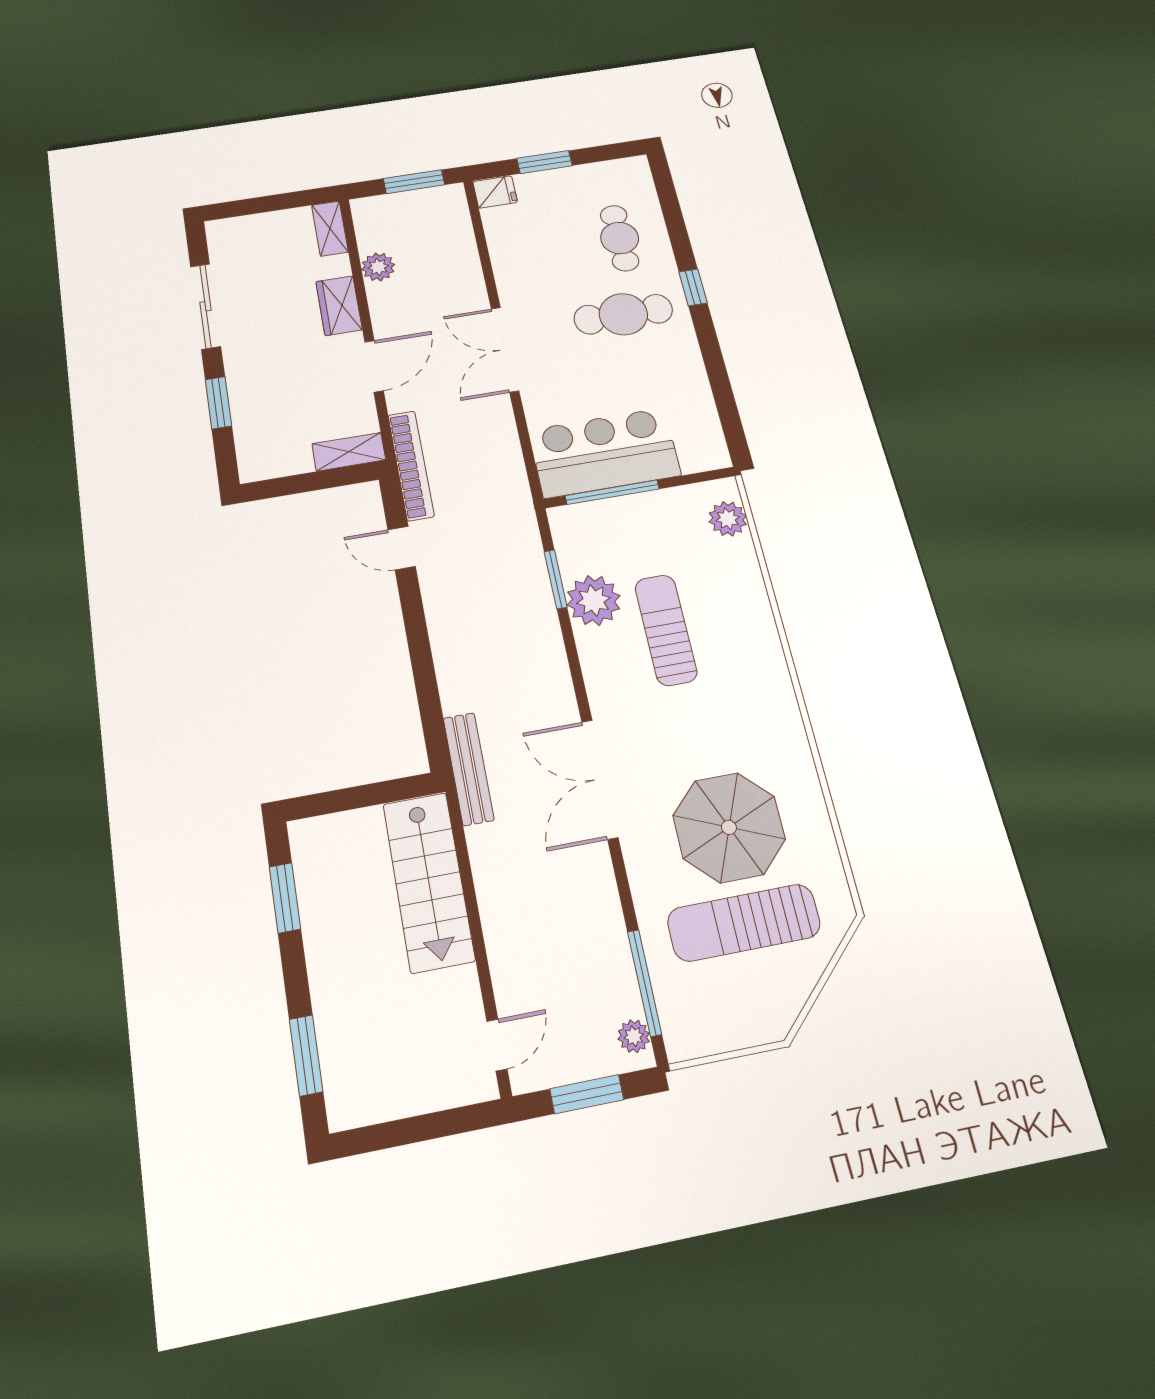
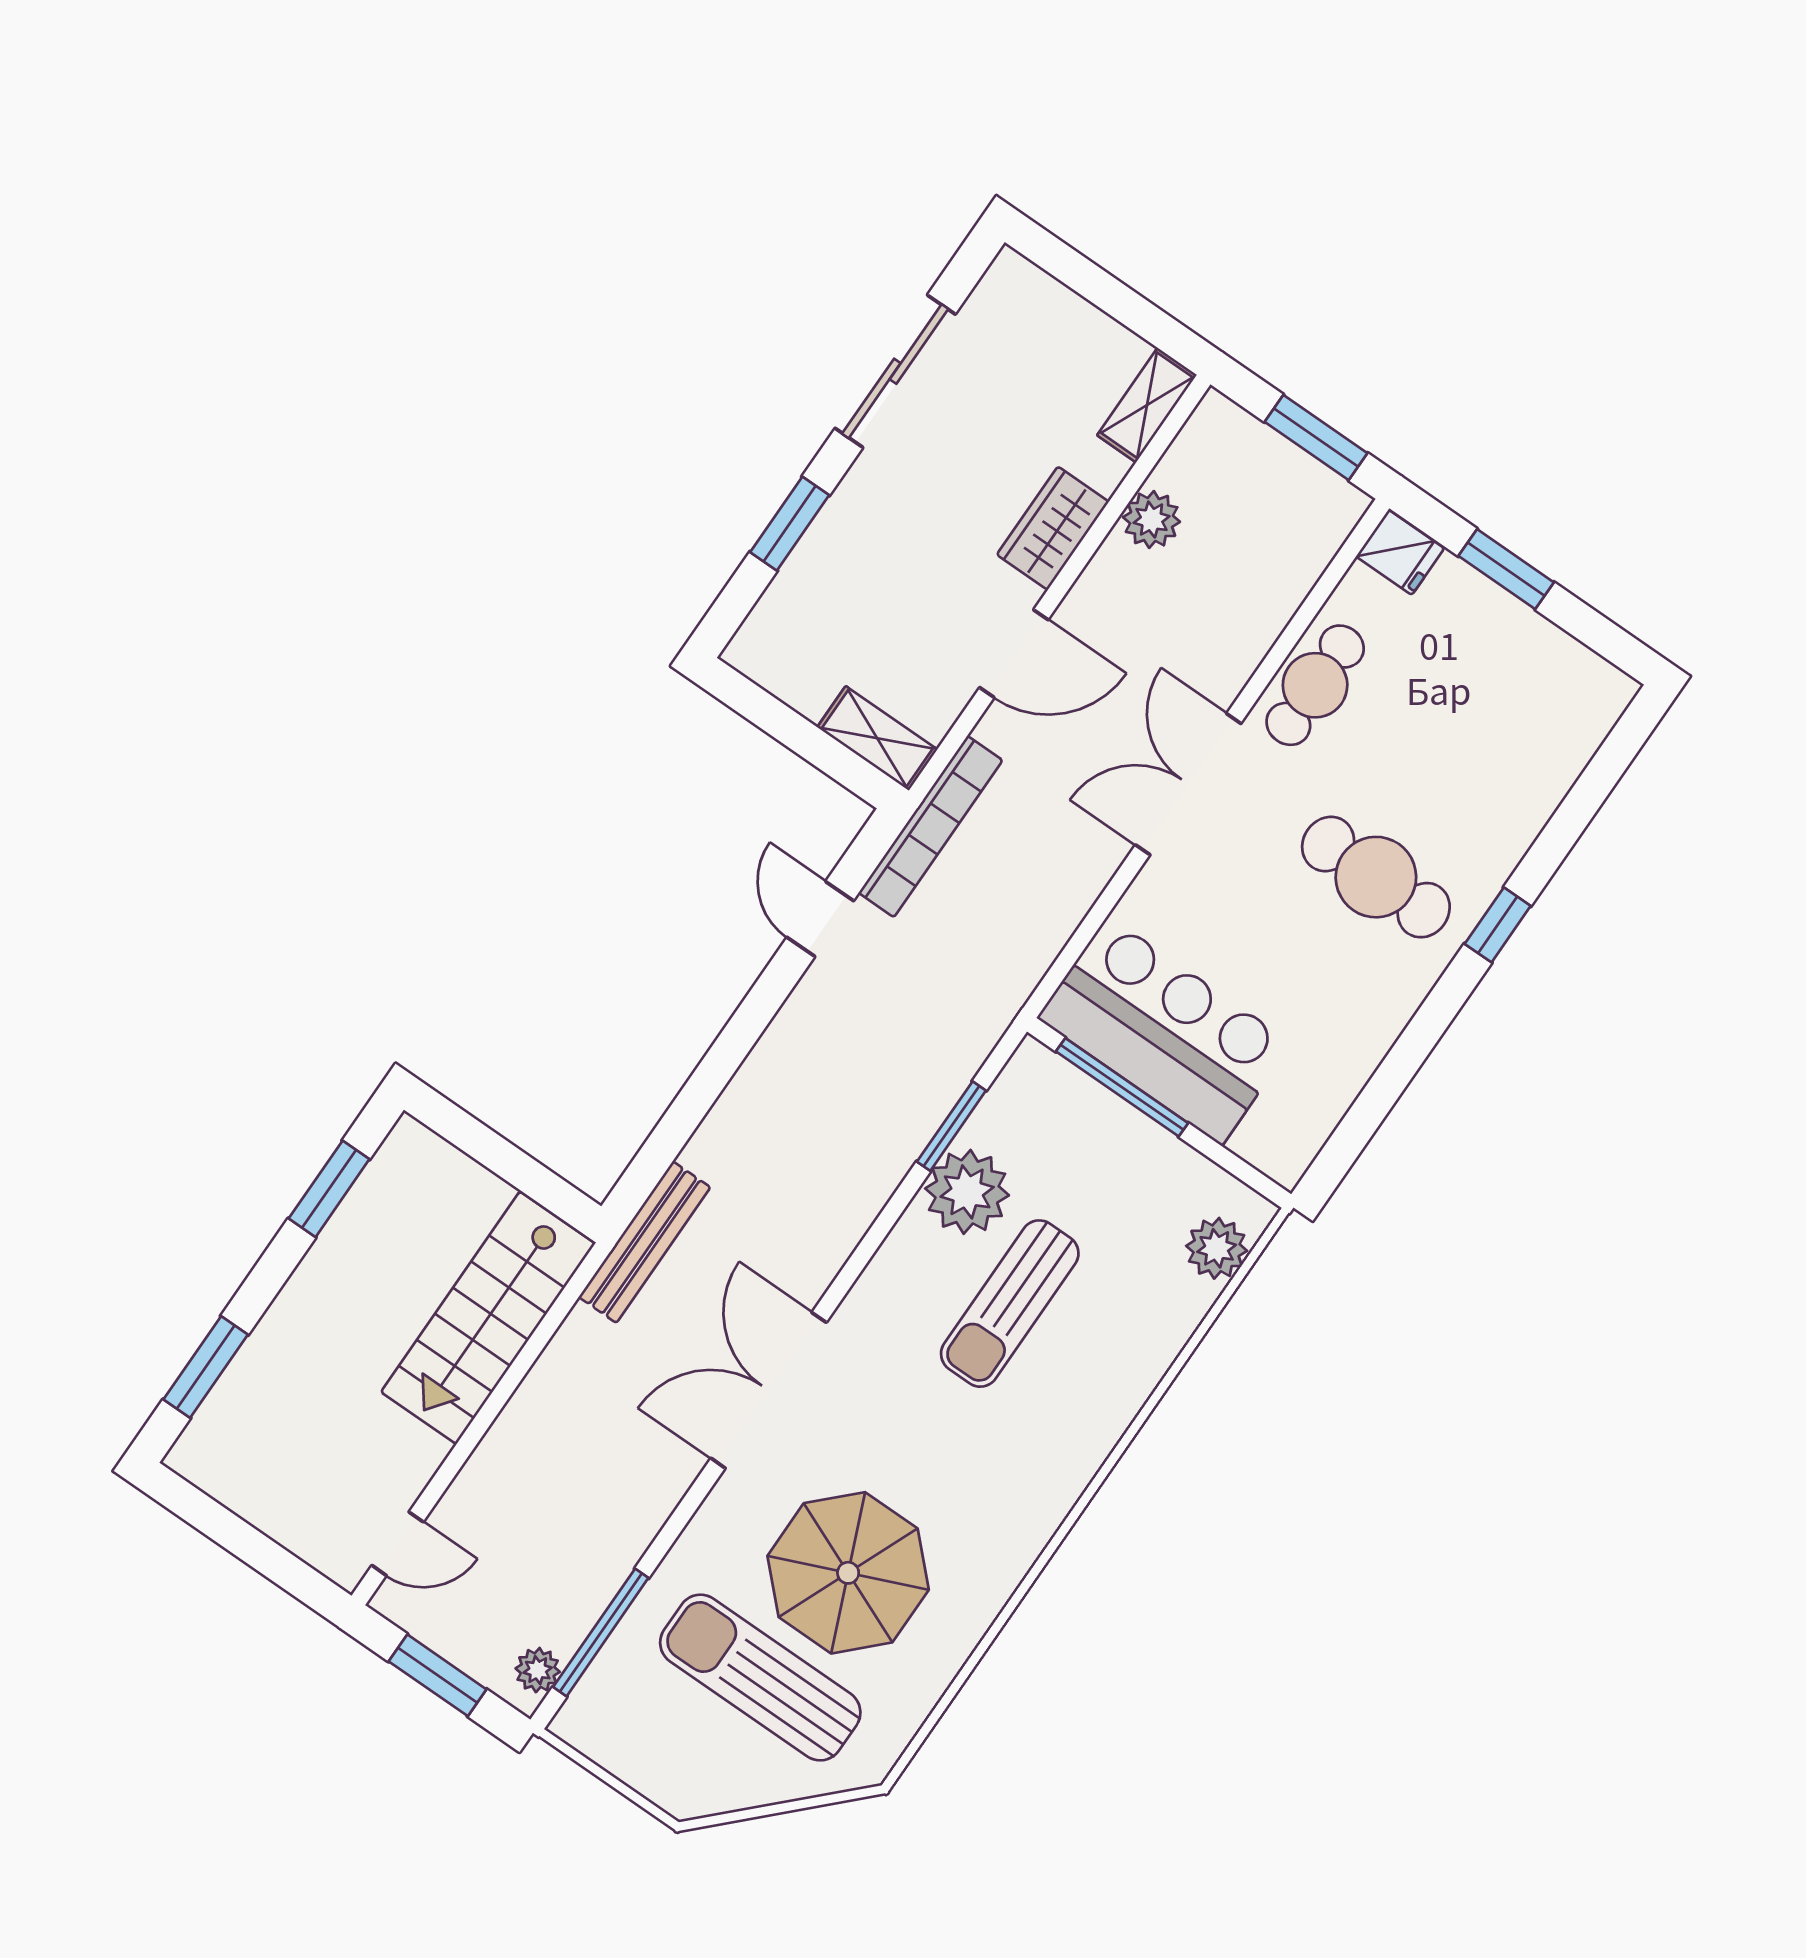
cafe table: (620, 238) -> (1315, 685), moved
sun lounger: (666, 630) -> (1010, 1304), turned 180

